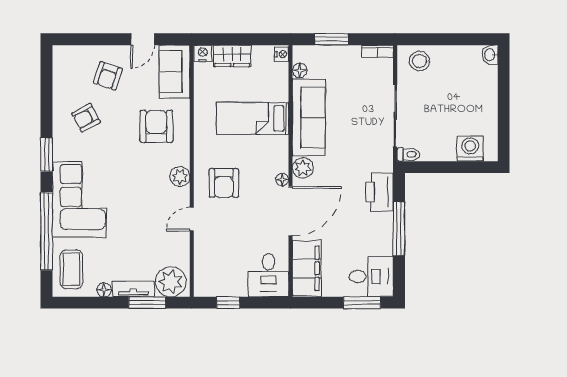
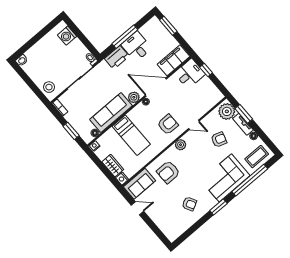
armchair: (108, 76) -> (219, 140), moved
desk: (371, 276) -> (136, 46), moved
window: (228, 303) -> (206, 70), moved

